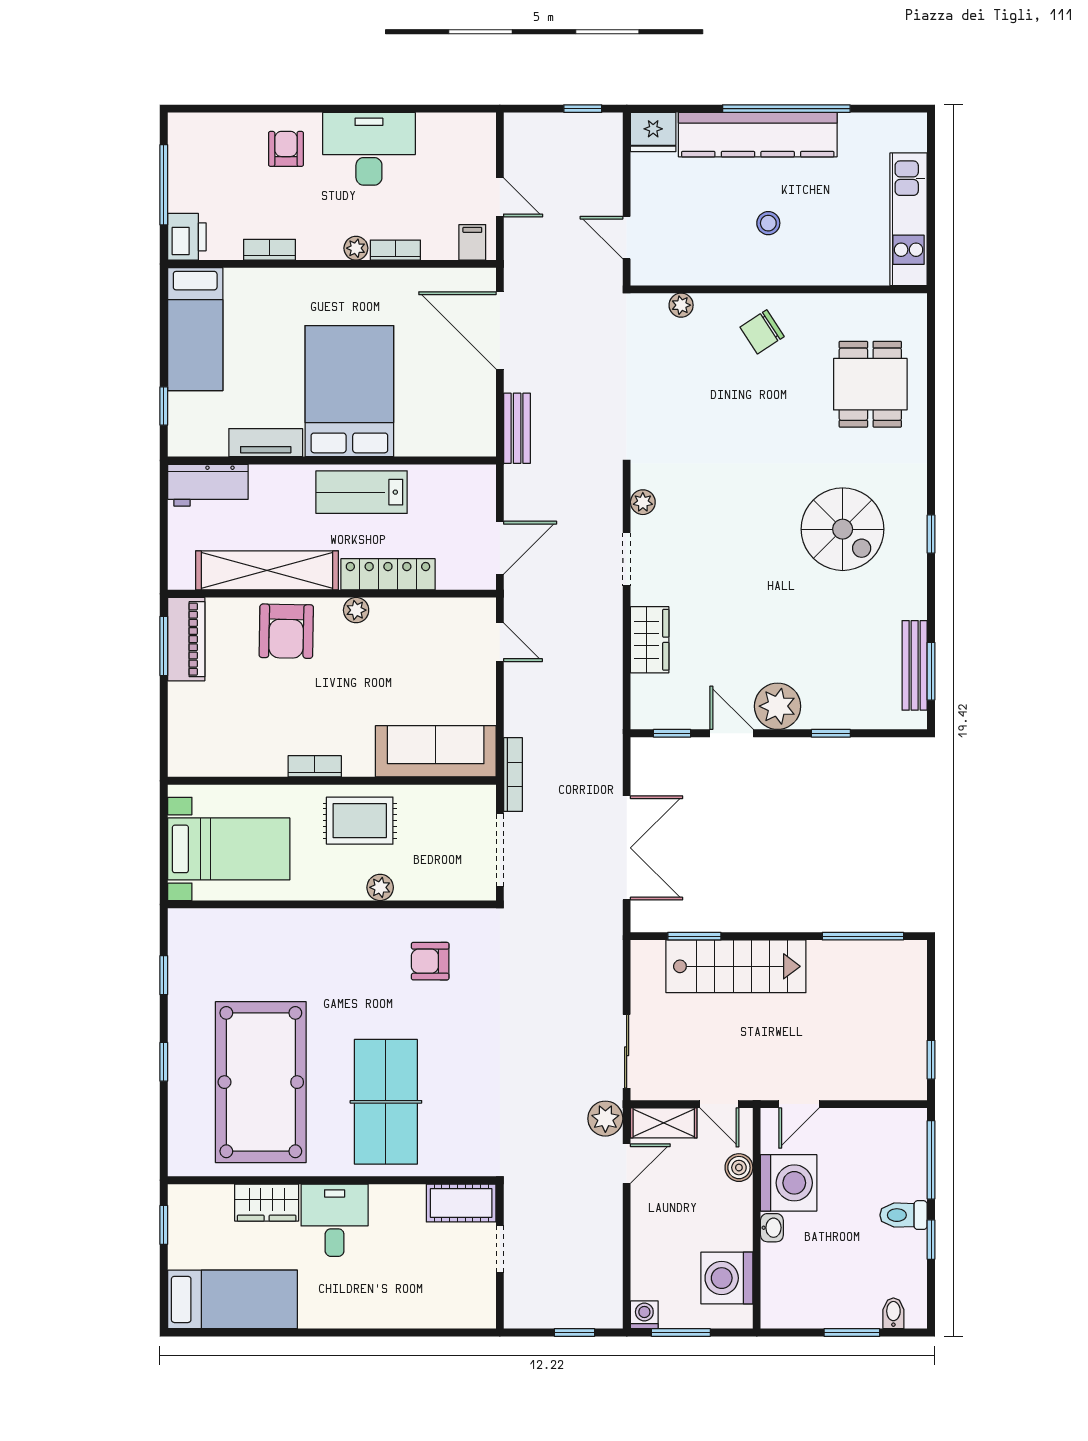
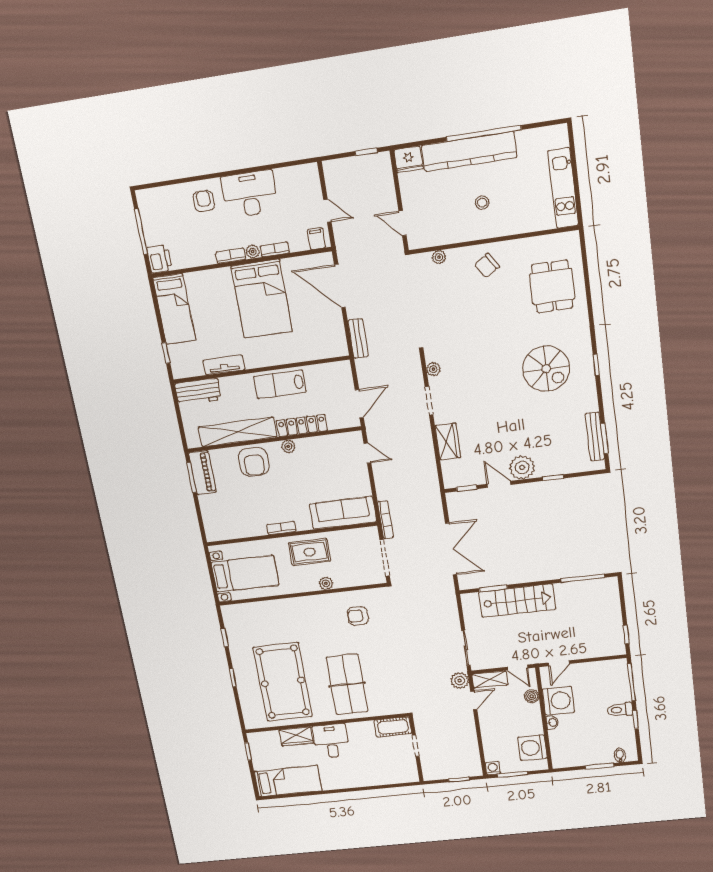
bookcase: (269, 250) -> (231, 256), moved
bed: (349, 391) -> (262, 299), moved, turned 180

